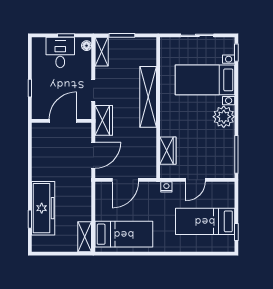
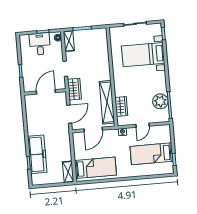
shelving: (148, 97) -> (107, 102), moved
plant: (224, 117) -> (160, 101), moved

